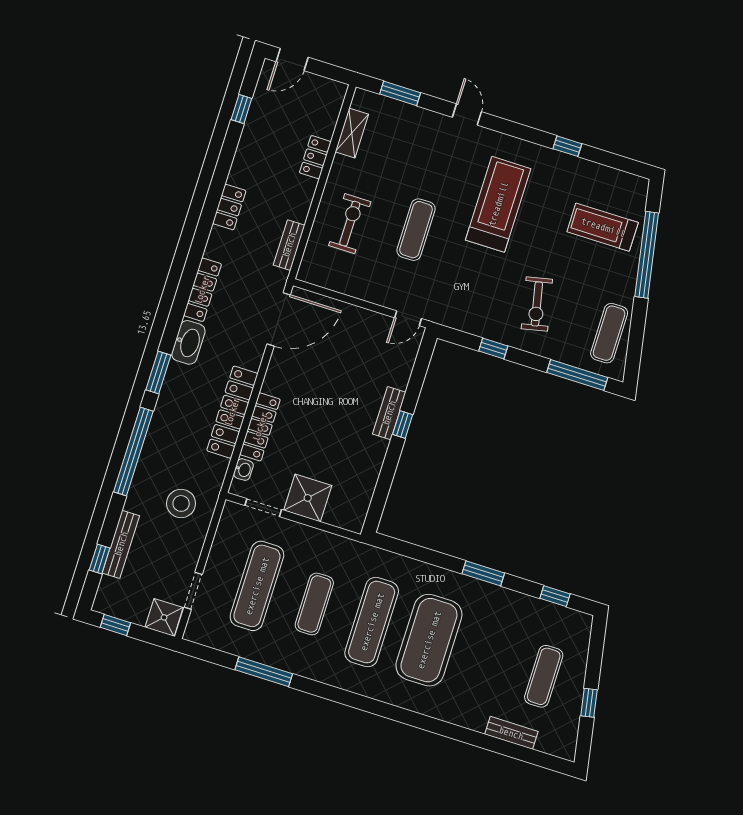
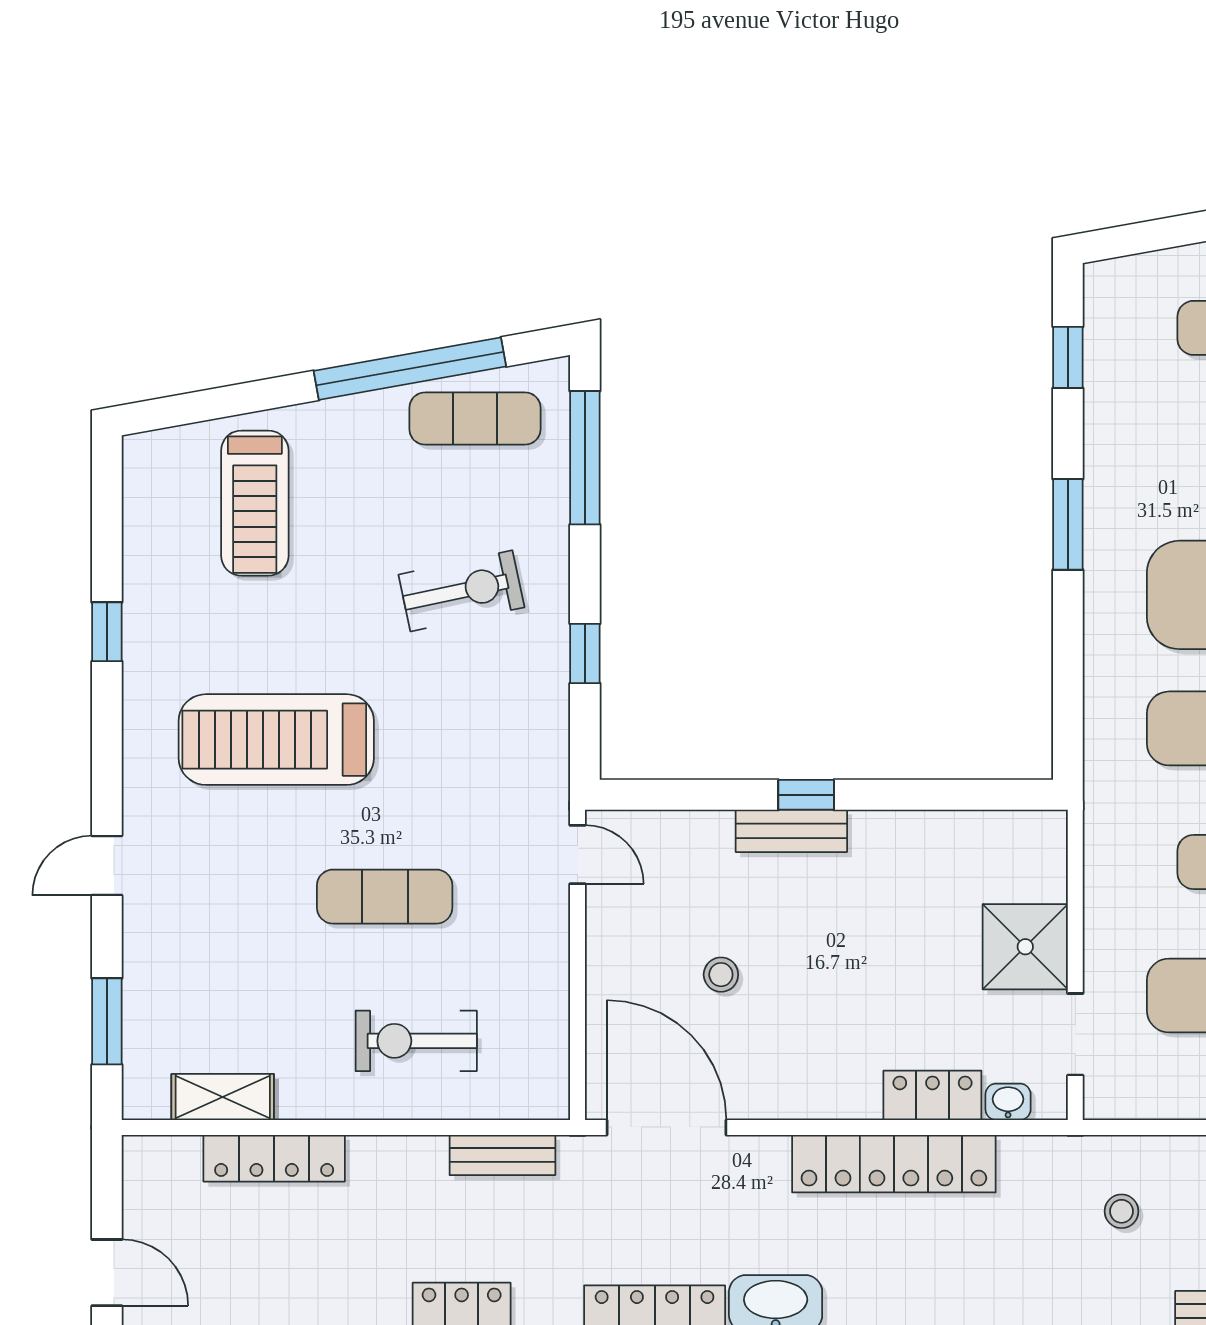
locker: (315, 157) -> (274, 1158), width x1.53
window: (647, 255) -> (410, 369), moved
stool: (337, 363) -> (721, 975), added
locker: (260, 427) -> (932, 1095), width x0.66
stool: (181, 503) -> (1121, 1211), width x0.53, depth x0.53

